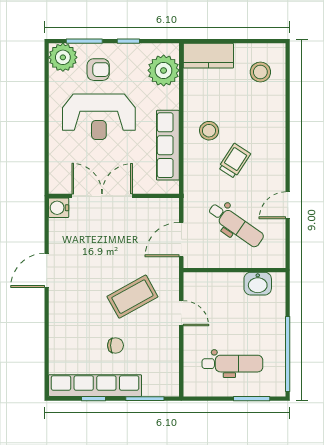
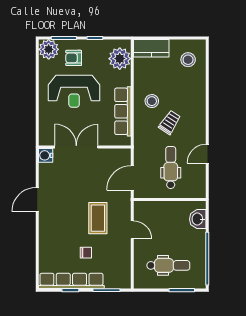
armchair: (98, 70) -> (74, 58), turned 180
dental chair: (236, 225) -> (171, 167), turned -125
washbasin: (258, 284) -> (198, 219), moved, turned 90
coffee table: (132, 297) -> (98, 218), turned -61

